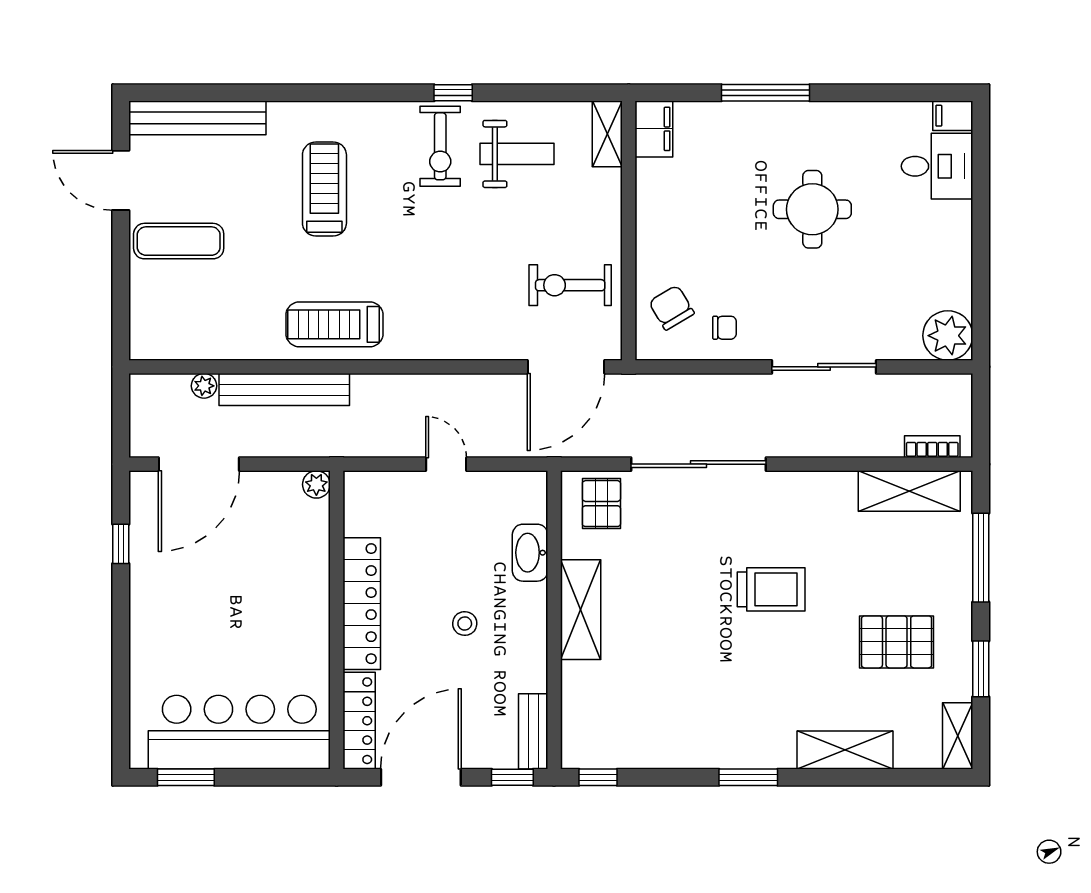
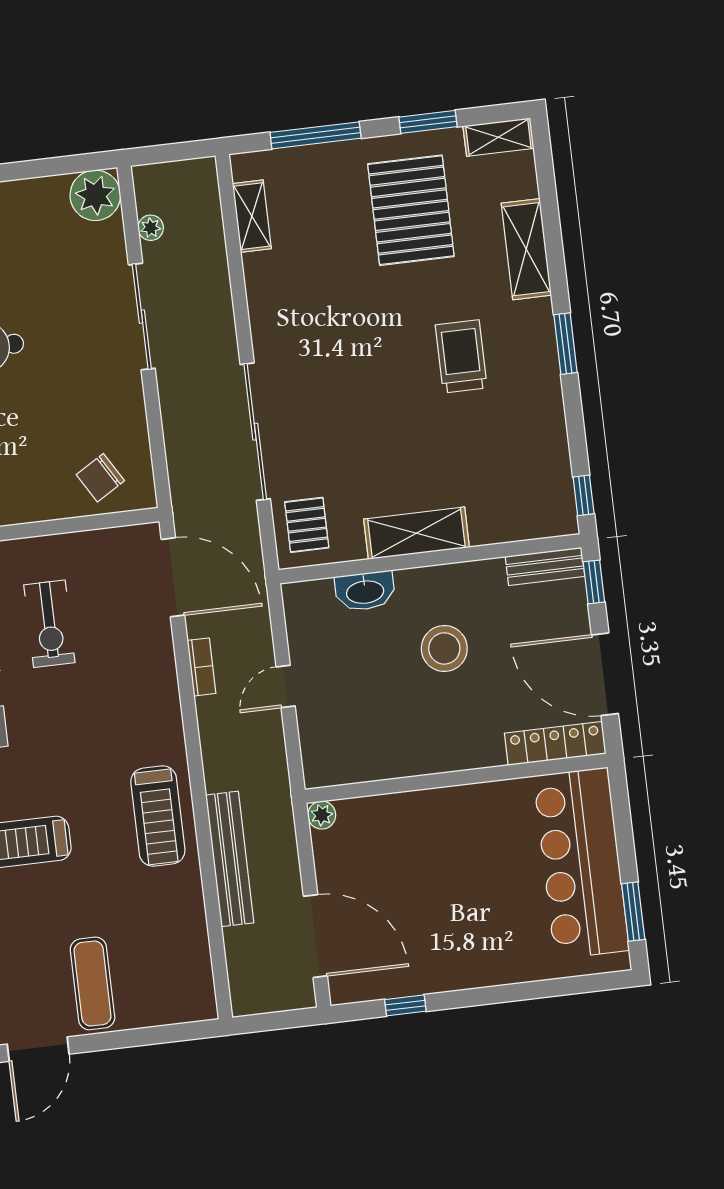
exercise bike: (570, 285) -> (49, 624), moved
chair: (725, 328) -> (114, 422), removed
plant: (204, 386) -> (151, 228), moved
bookcase: (932, 447) -> (202, 667), moved, turned 180
shelving: (909, 491) -> (252, 216), width x0.67, depth x0.75
pallet: (601, 504) -> (307, 525), turned 90
trolley: (771, 589) -> (461, 356), moved
locker: (362, 604) -> (437, 755), removed
stool: (465, 624) -> (444, 648), width x1.89, depth x1.89
pallet: (897, 642) -> (411, 210), width x1.37, depth x1.41

